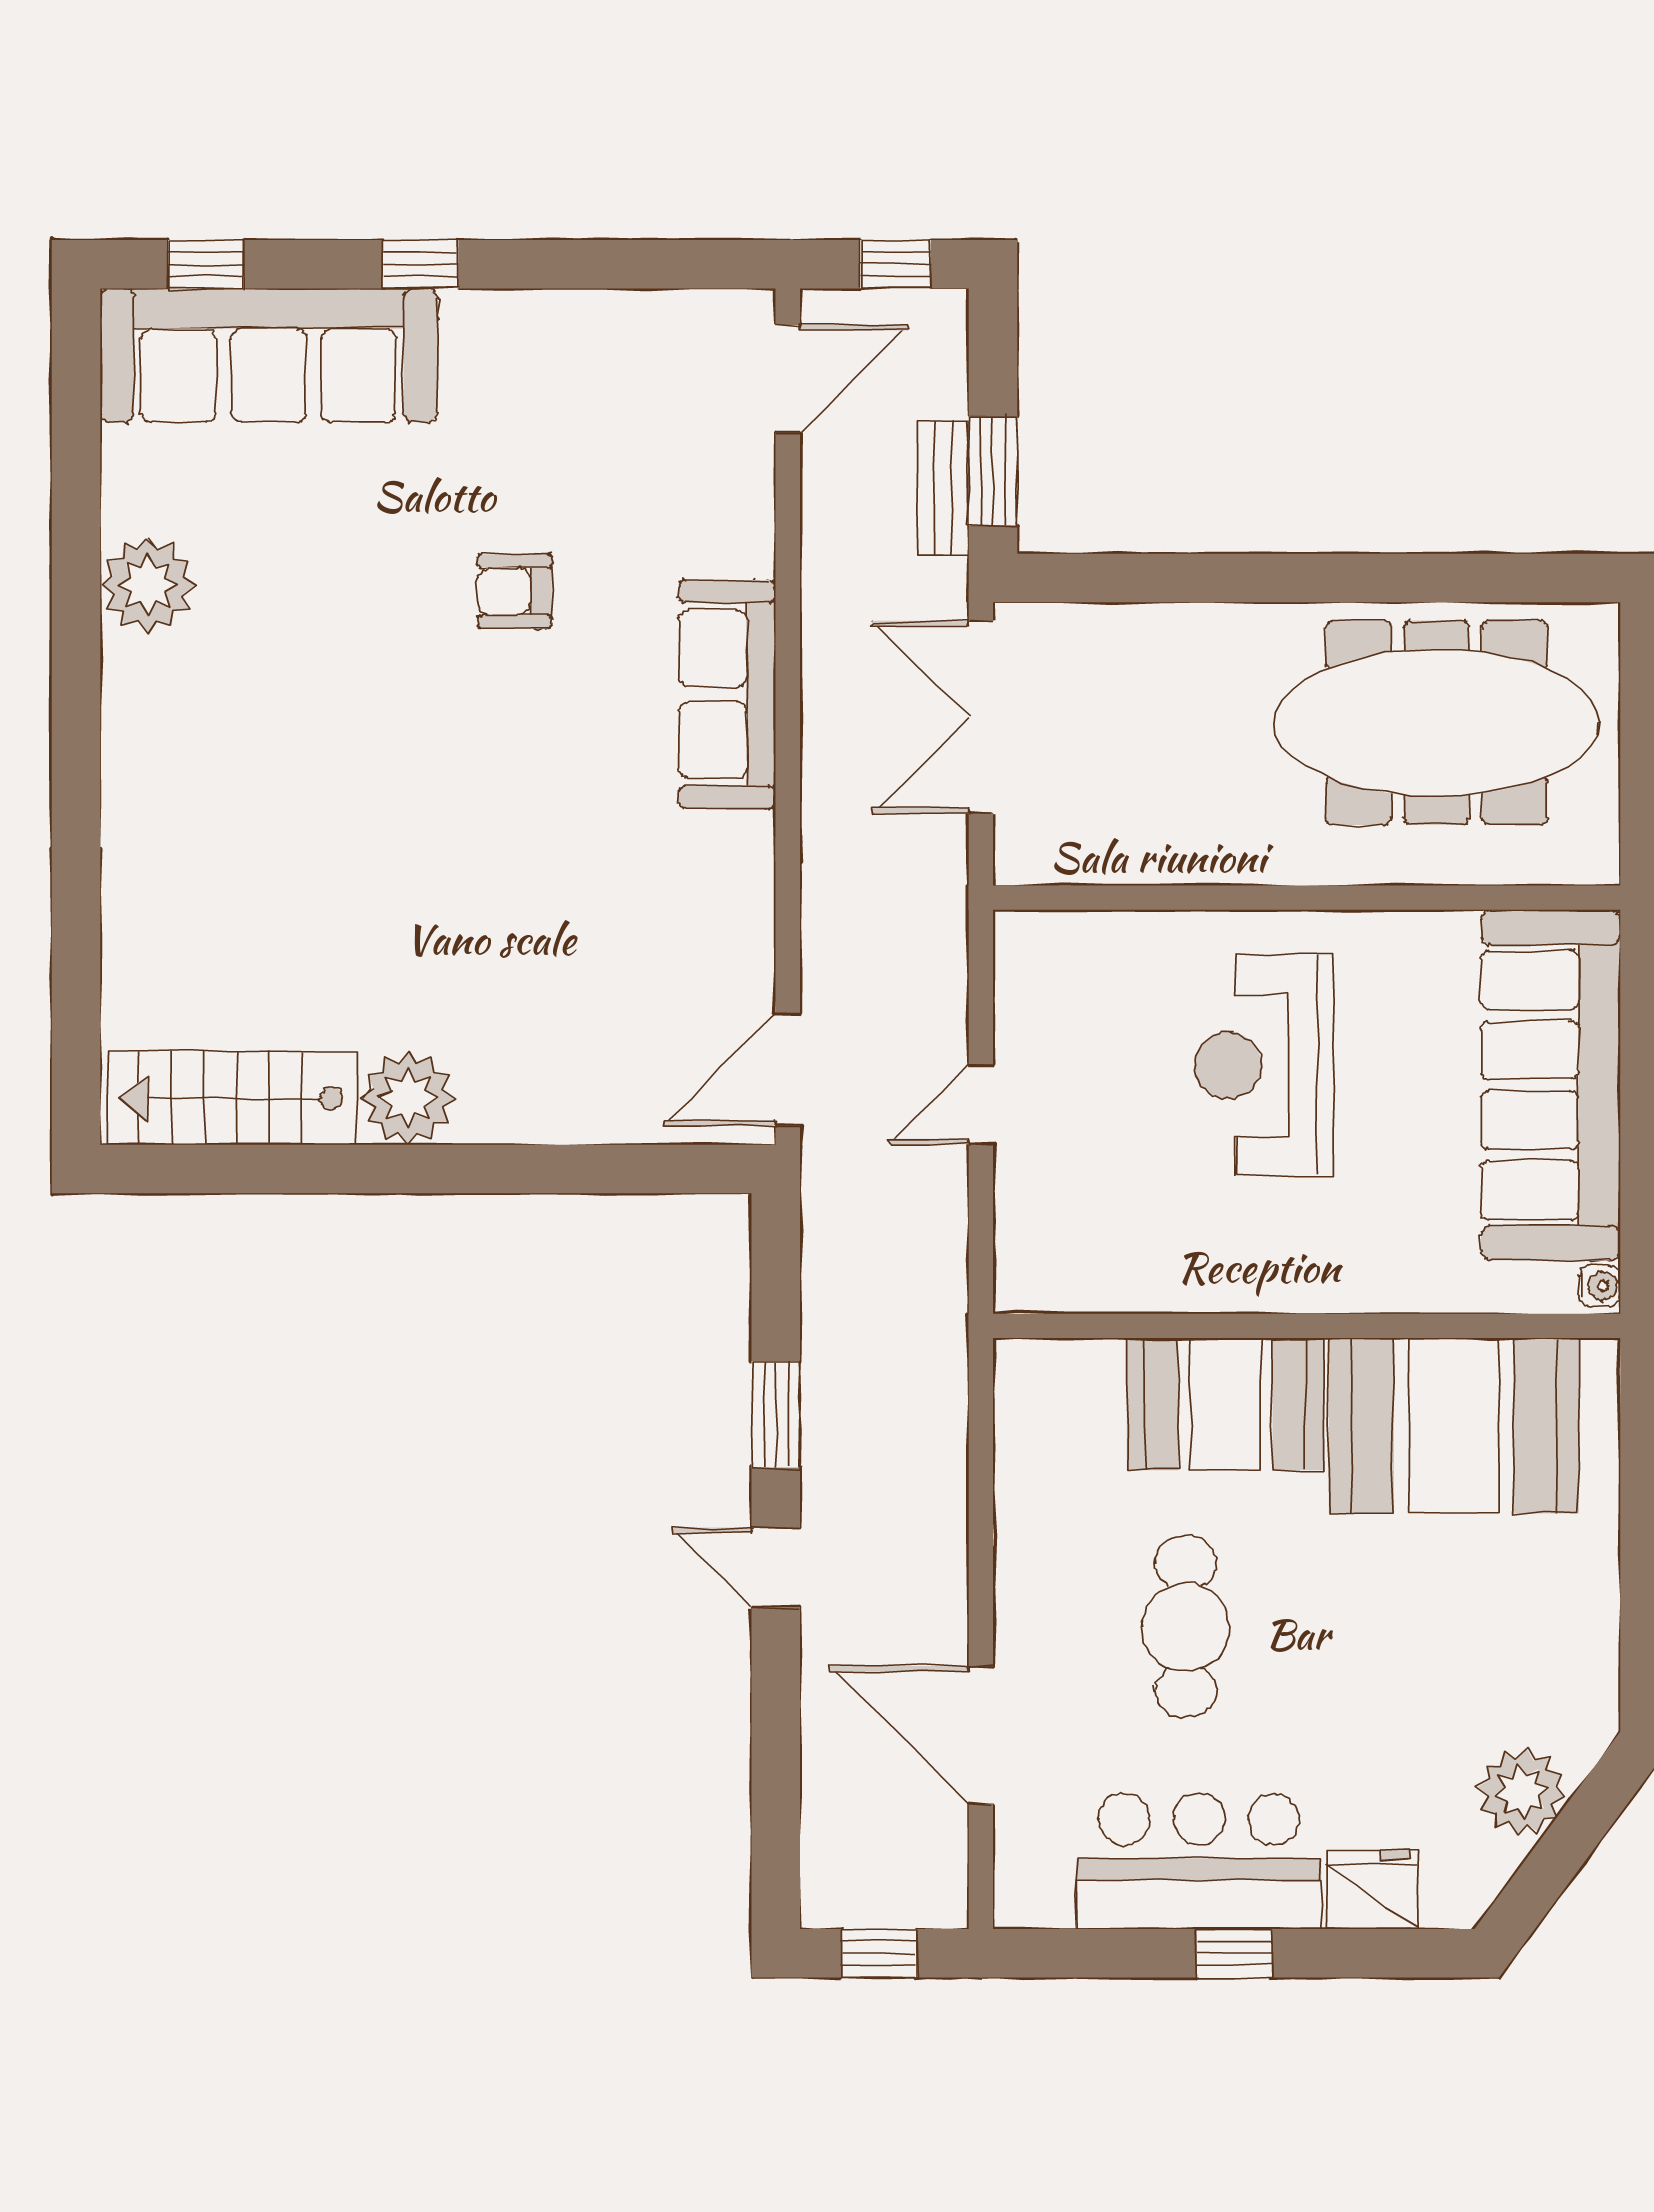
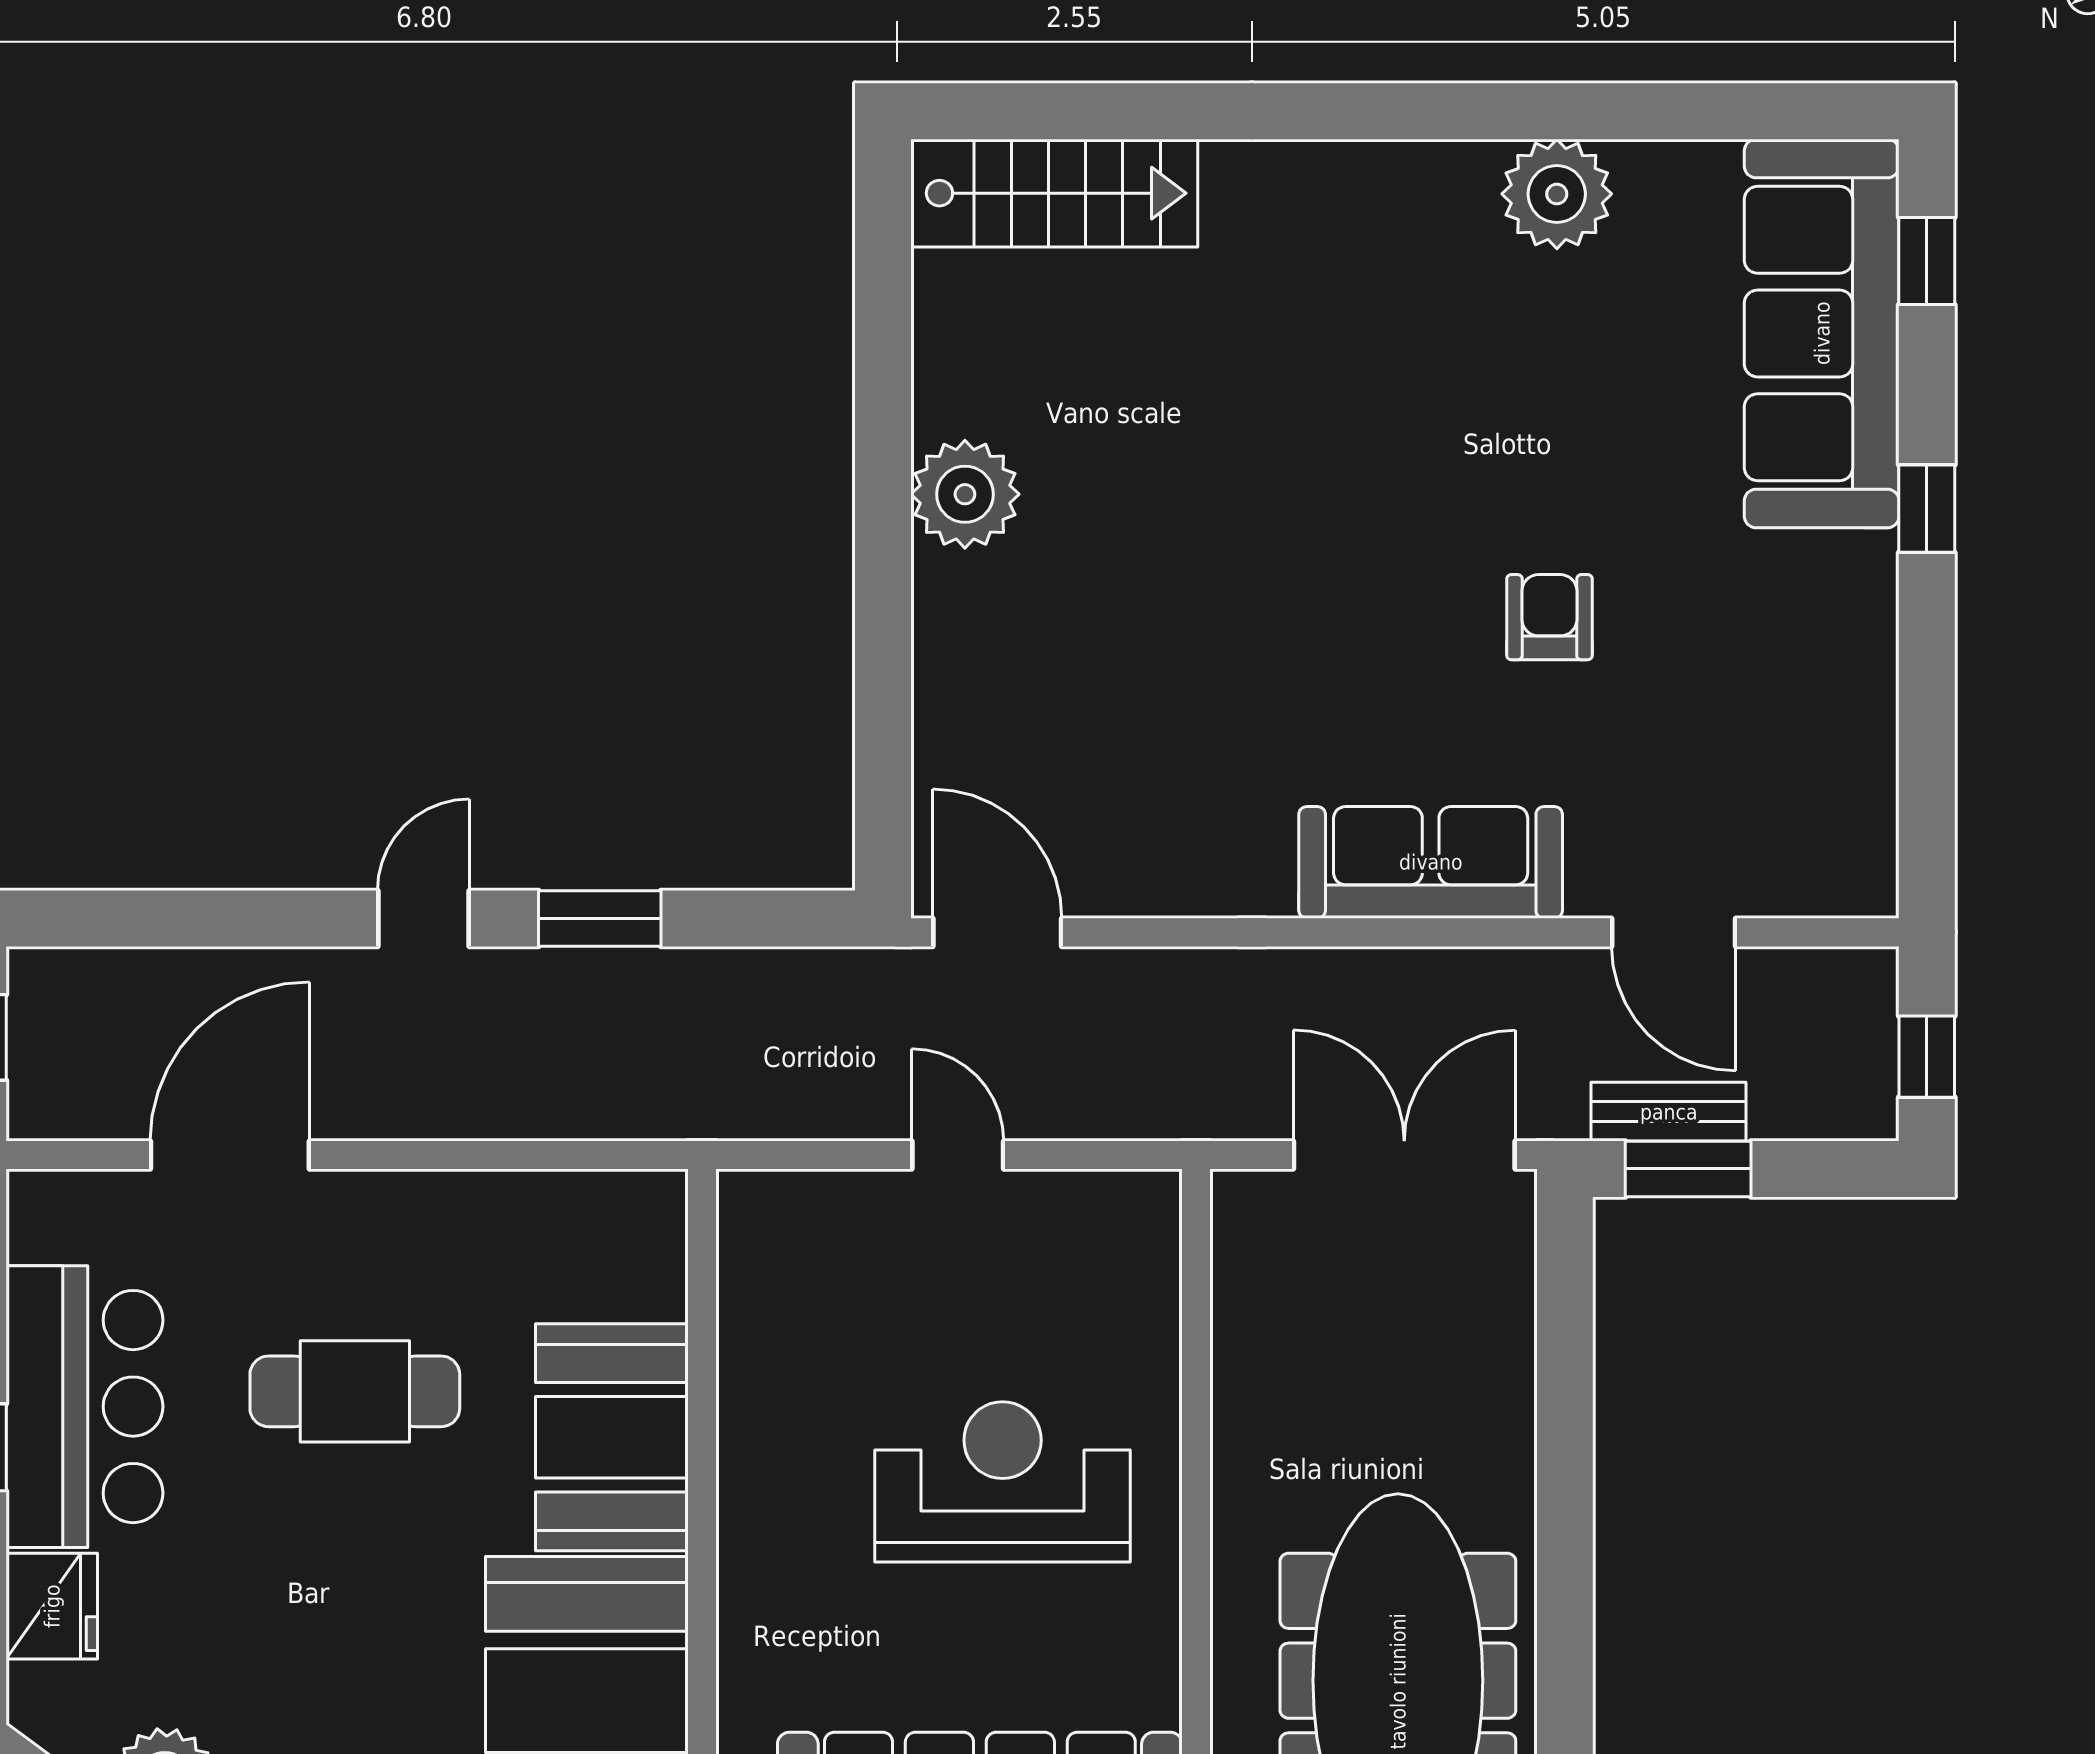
door: (788, 379) -> (1674, 932), moved
stairs: (232, 1098) -> (1054, 193), moved, turned 90

